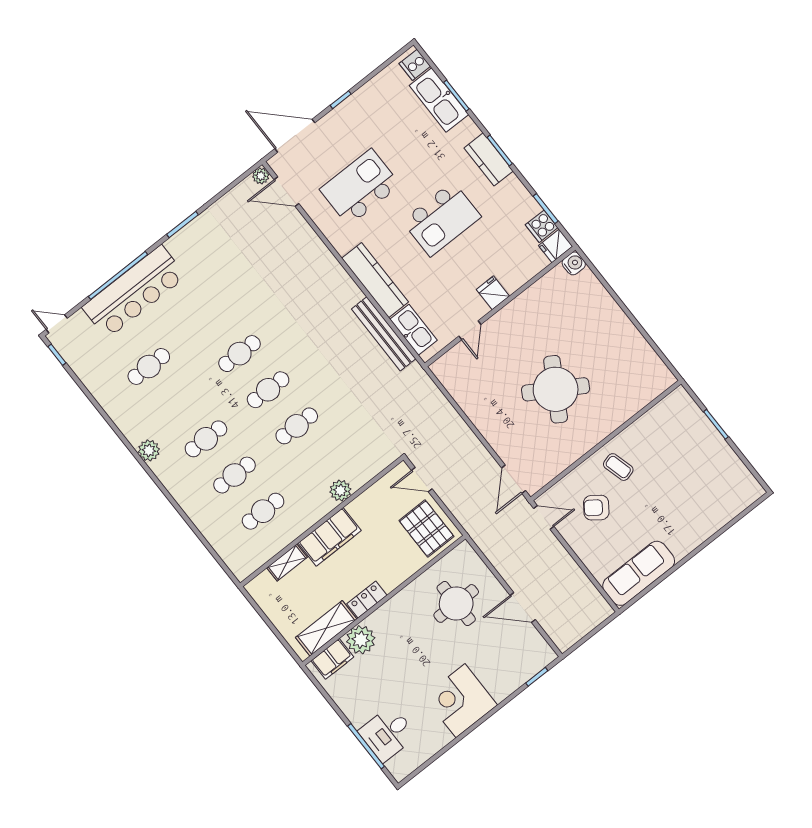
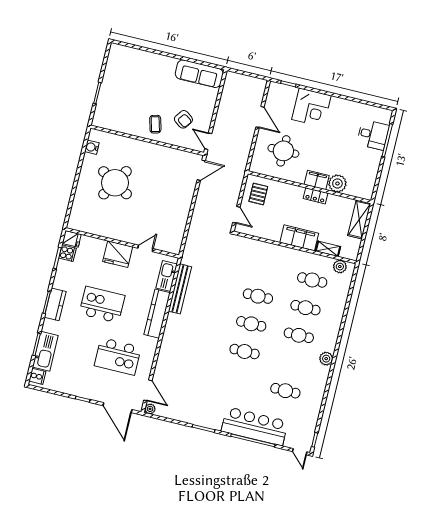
water cooler: (574, 263) -> (92, 147), moved
fridge: (493, 293) -> (118, 254), width x1.88, depth x1.34
round table: (556, 389) -> (115, 183), moved
plant: (340, 491) -> (340, 267), moved
pallet: (426, 528) -> (258, 194), width x0.67, depth x0.71
shelving: (326, 628) -> (359, 219), moved, turned 90
filing cabinet: (332, 659) -> (317, 180), moved
corner desk: (460, 701) -> (311, 108), moved

